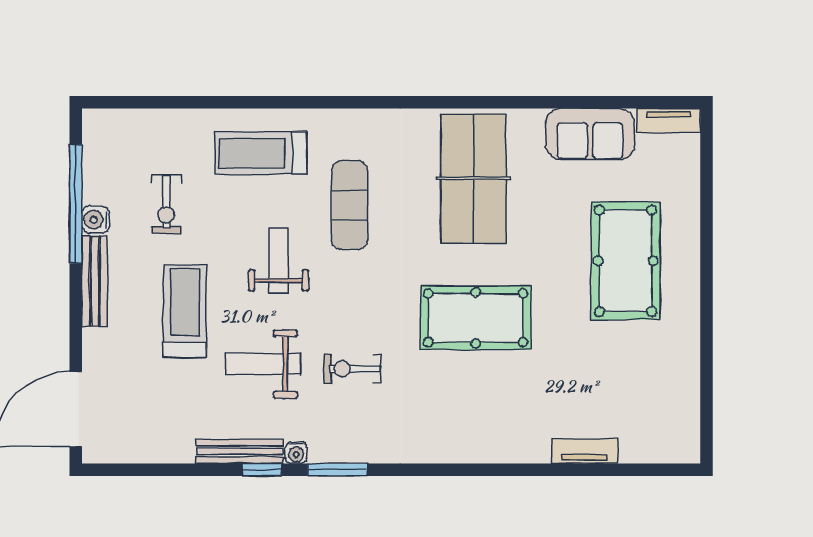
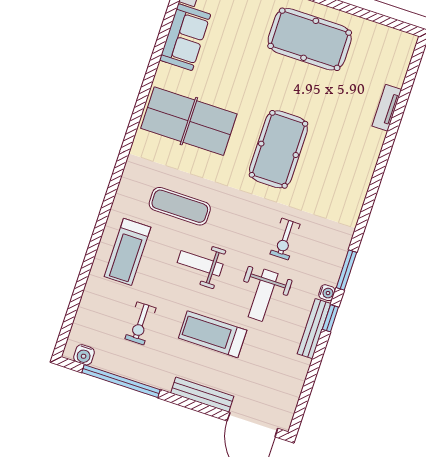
exercise bike: (166, 204) -> (140, 323), turned 90
water cooler: (96, 220) -> (84, 355), moved
pool table: (626, 261) -> (310, 39), moved
bench: (95, 281) -> (202, 395), moved

